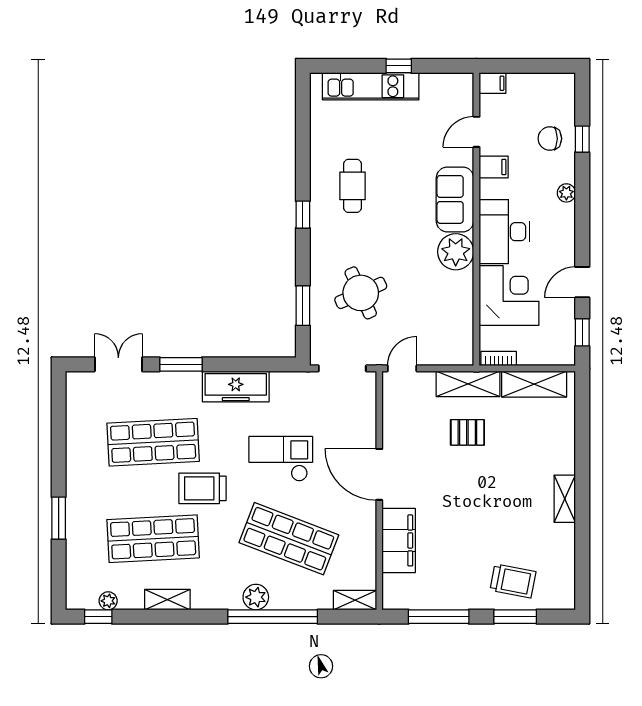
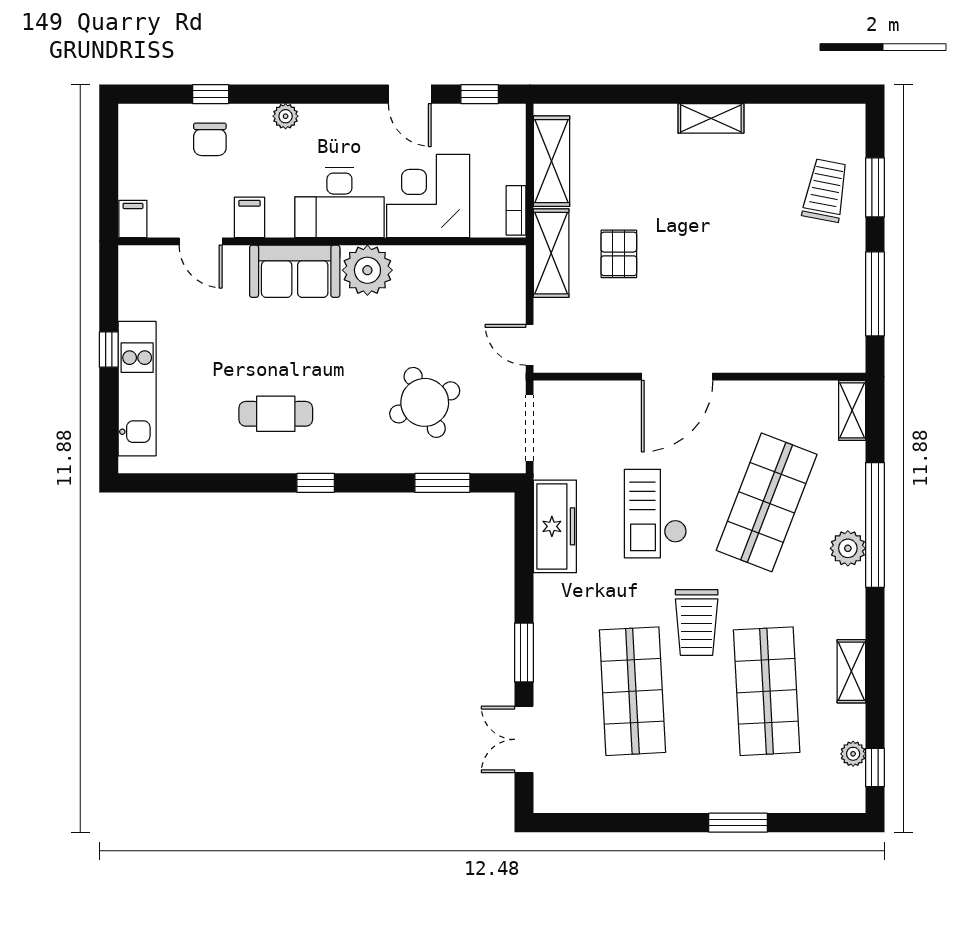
freezer: (236, 387) -> (555, 526), moved
filing cabinet: (399, 540) -> (769, 350), removed

